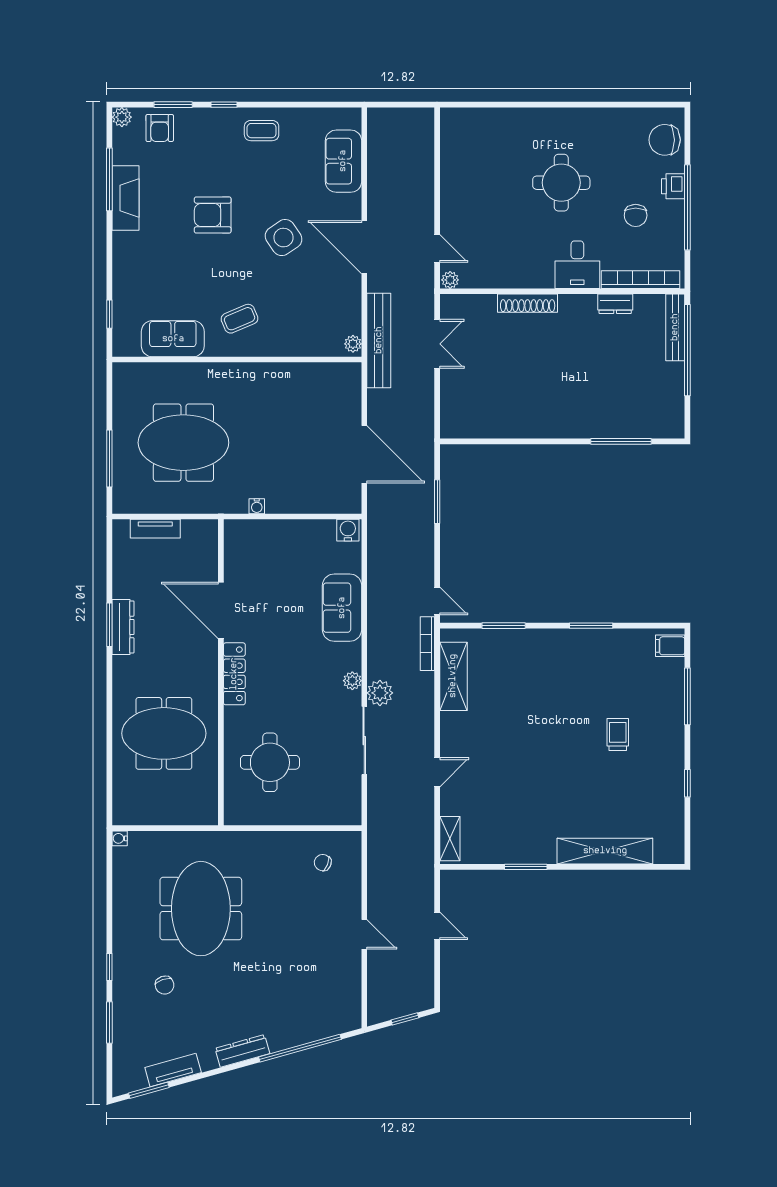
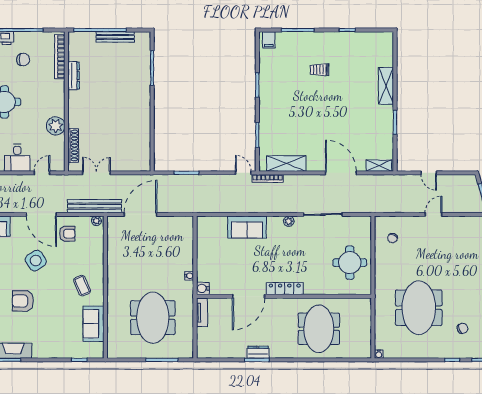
armchair: (213, 215) -> (23, 301), turned 90
door: (364, 247) -> (41, 214), hinge flipped
desk: (577, 265) -> (17, 158), moved, turned 90
plant: (450, 280) -> (56, 126), moved, width x1.88, depth x1.88
armchair: (331, 293) -> (67, 234), added
shoe rack: (528, 303) -> (73, 145), moved
dresser: (615, 304) -> (74, 76), width x1.44
bench: (675, 327) -> (115, 37), moved
door: (364, 454) -> (140, 214), moved
tv unit: (155, 529) -> (202, 313), moved
water cooler: (348, 530) -> (203, 288), moved
door: (437, 601) -> (243, 173), hinge flipped
dresser: (123, 627) -> (258, 352), width x0.70
plant: (380, 693) -> (296, 205), removed
round table: (270, 762) -> (350, 263), moved
door: (437, 772) -> (341, 173), width x1.87
shelving: (605, 851) -> (386, 86), width x0.68
meeting table: (201, 909) -> (419, 308), turned 90
door: (437, 926) -> (429, 173), swing flipped

